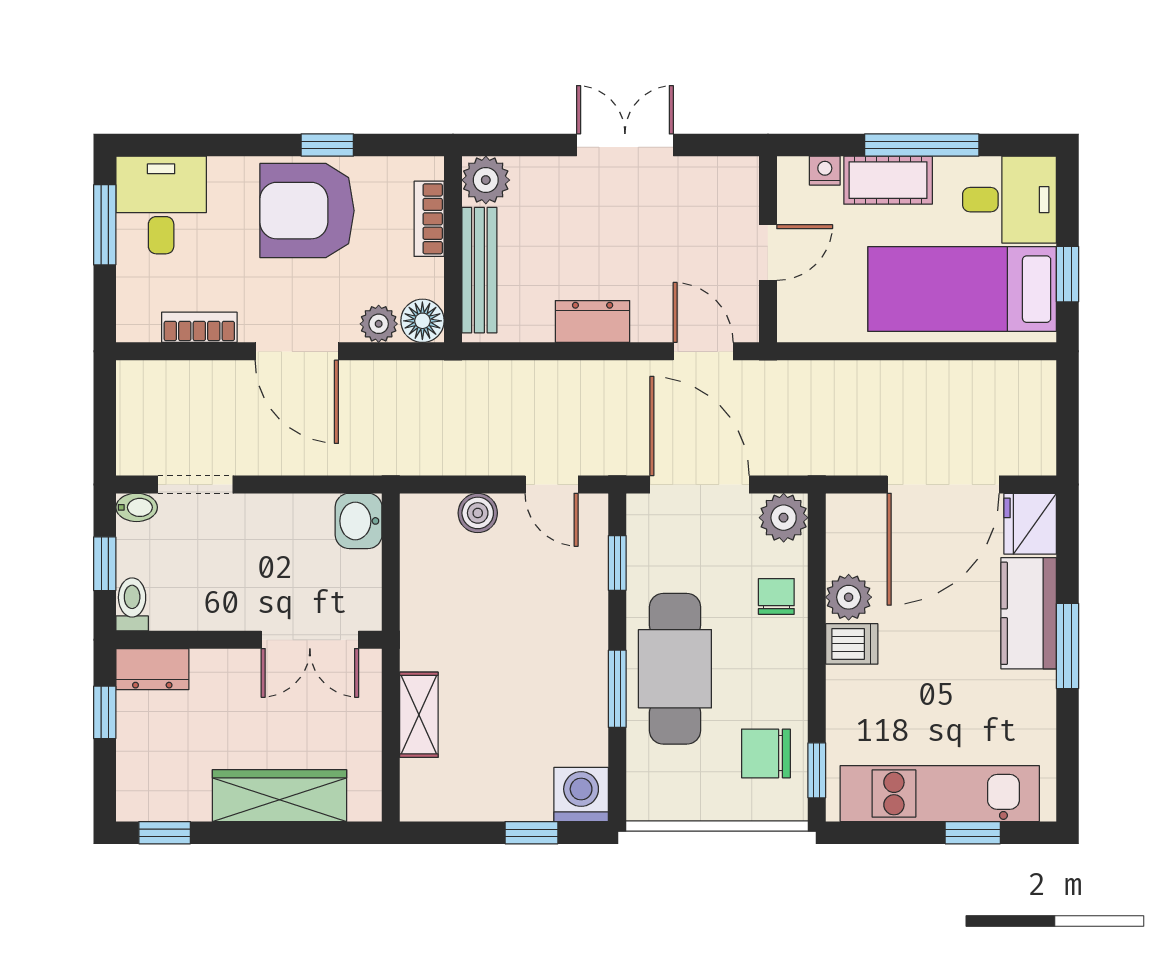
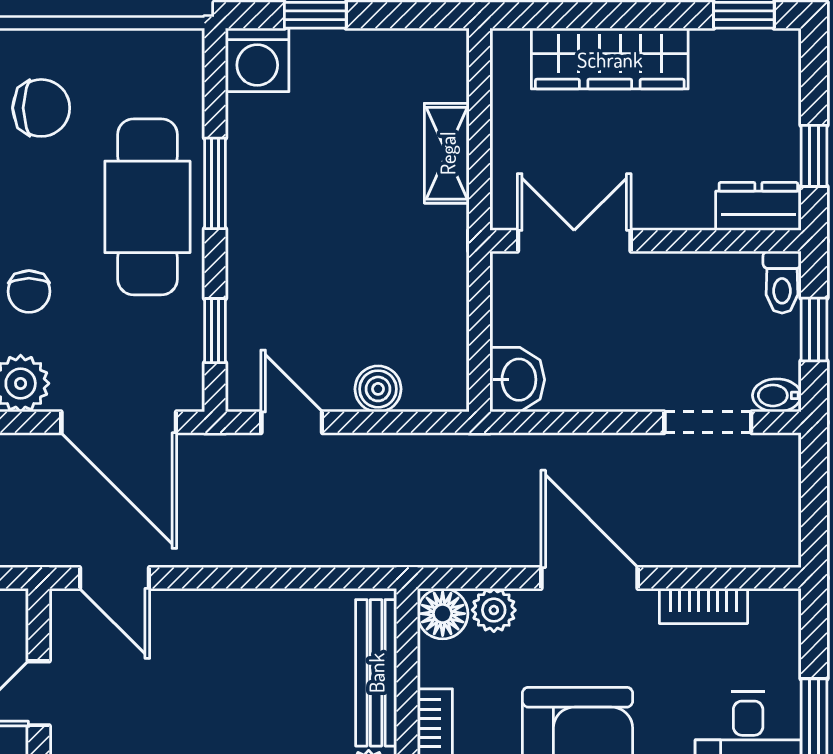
dresser: (593, 322) -> (244, 613), removed

